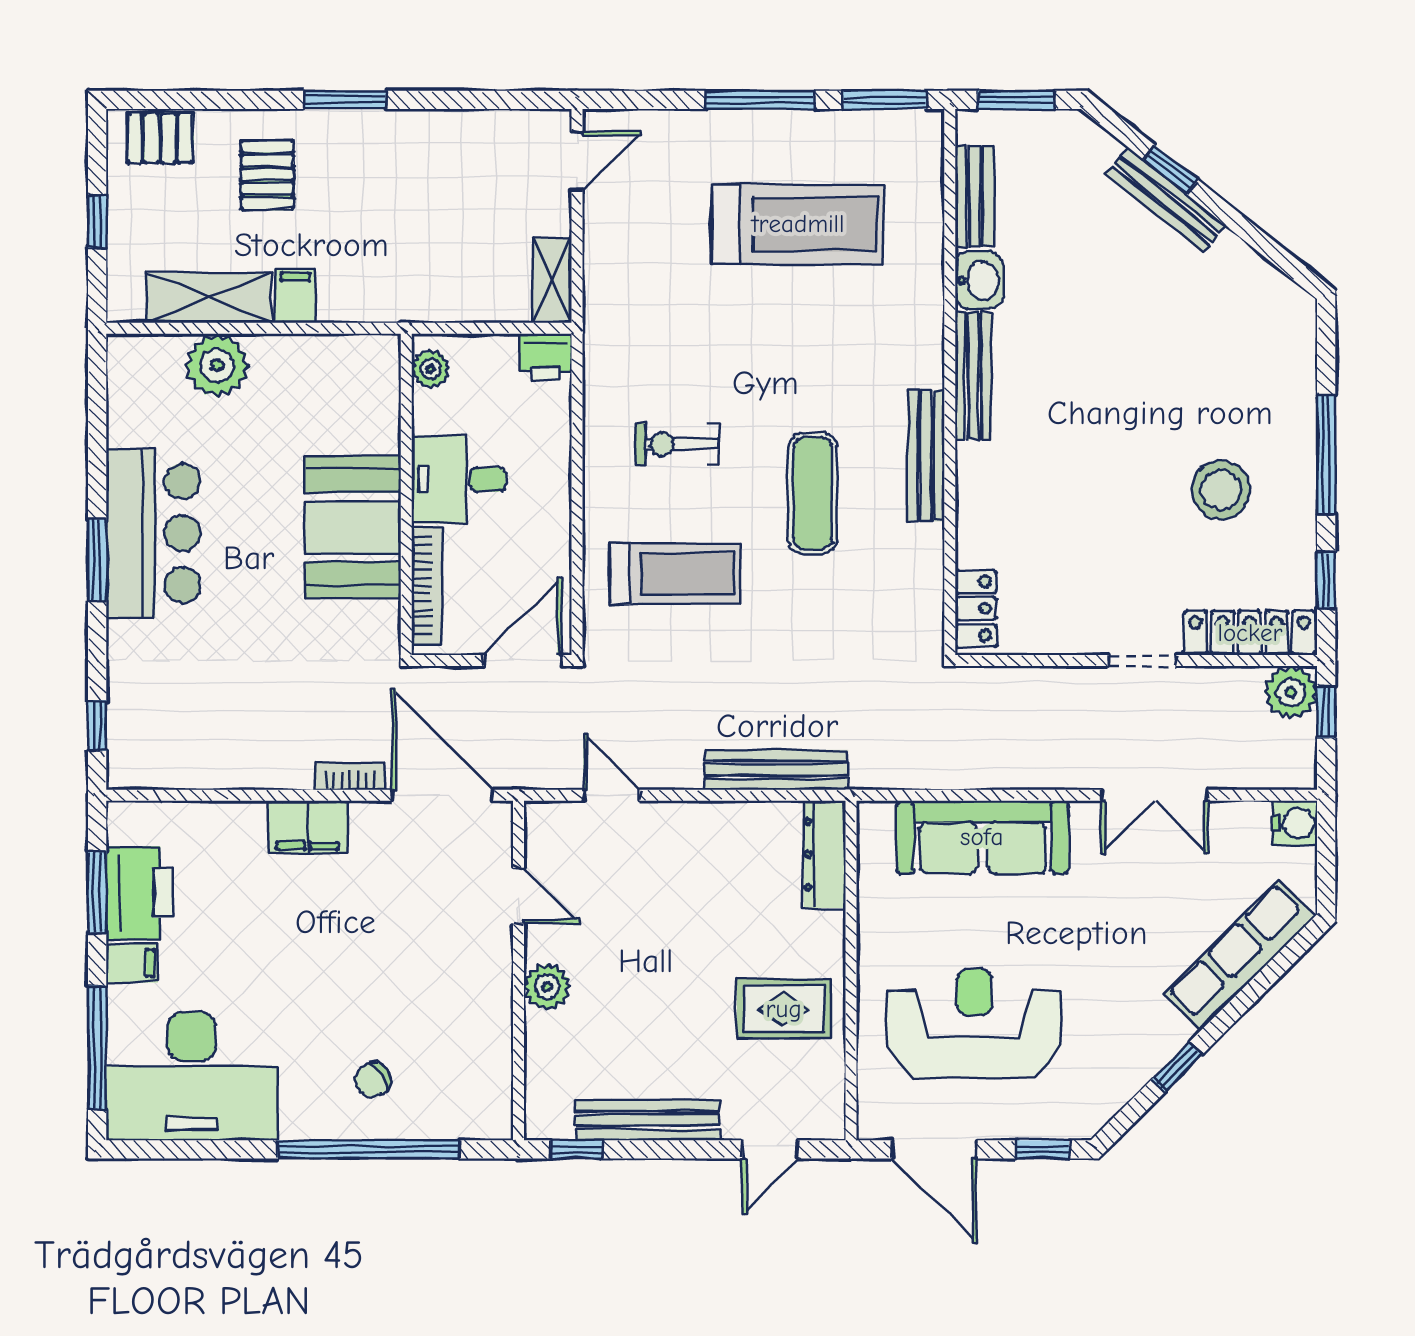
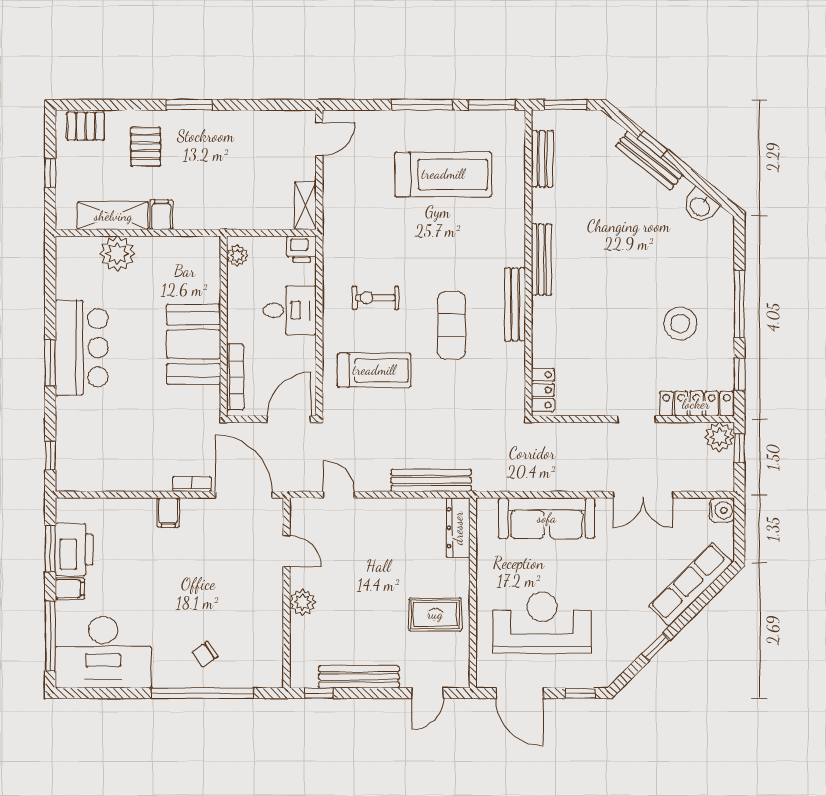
washbasin: (979, 280) -> (700, 206), moved, turned 129
desk: (459, 479) -> (290, 310), moved, turned 180
filing cabinet: (307, 827) -> (168, 513), width x0.50

